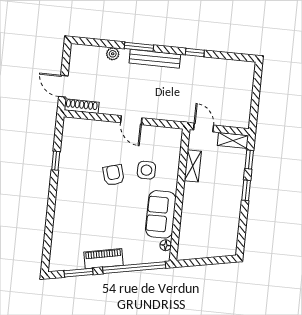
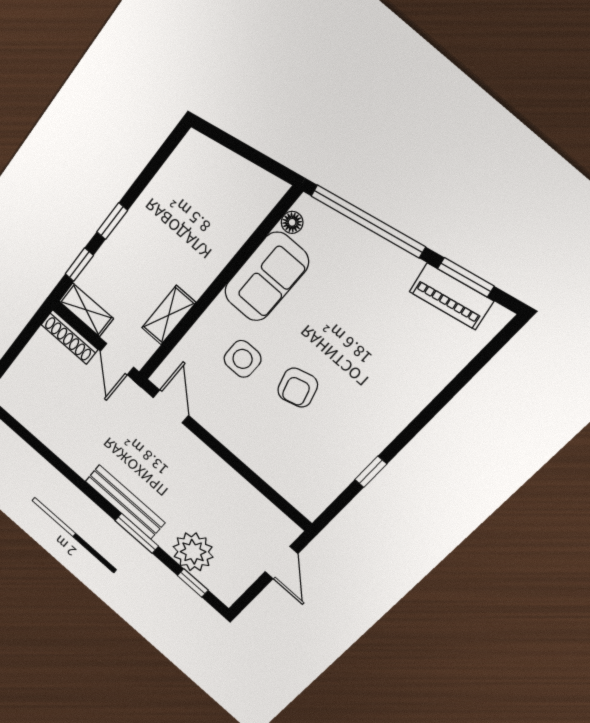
window: (195, 53) -> (193, 583), moved
plant: (113, 54) -> (193, 552), width x1.88, depth x1.88
shoe rack: (82, 106) -> (69, 337), moved
door: (131, 120) -> (171, 406), moved
piano: (104, 259) -> (451, 296), moved

